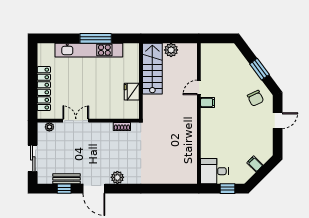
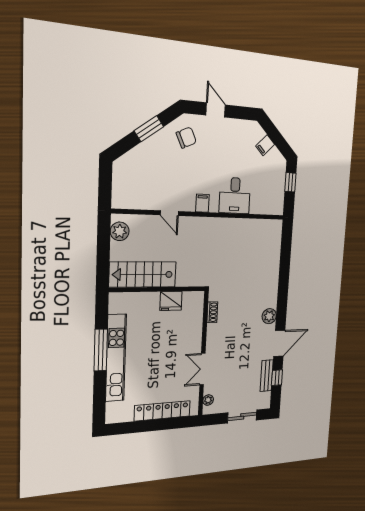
plant: (171, 50) -> (120, 231), moved
filing cabinet: (208, 103) -> (202, 203), moved
desk: (214, 171) -> (235, 196), moved

